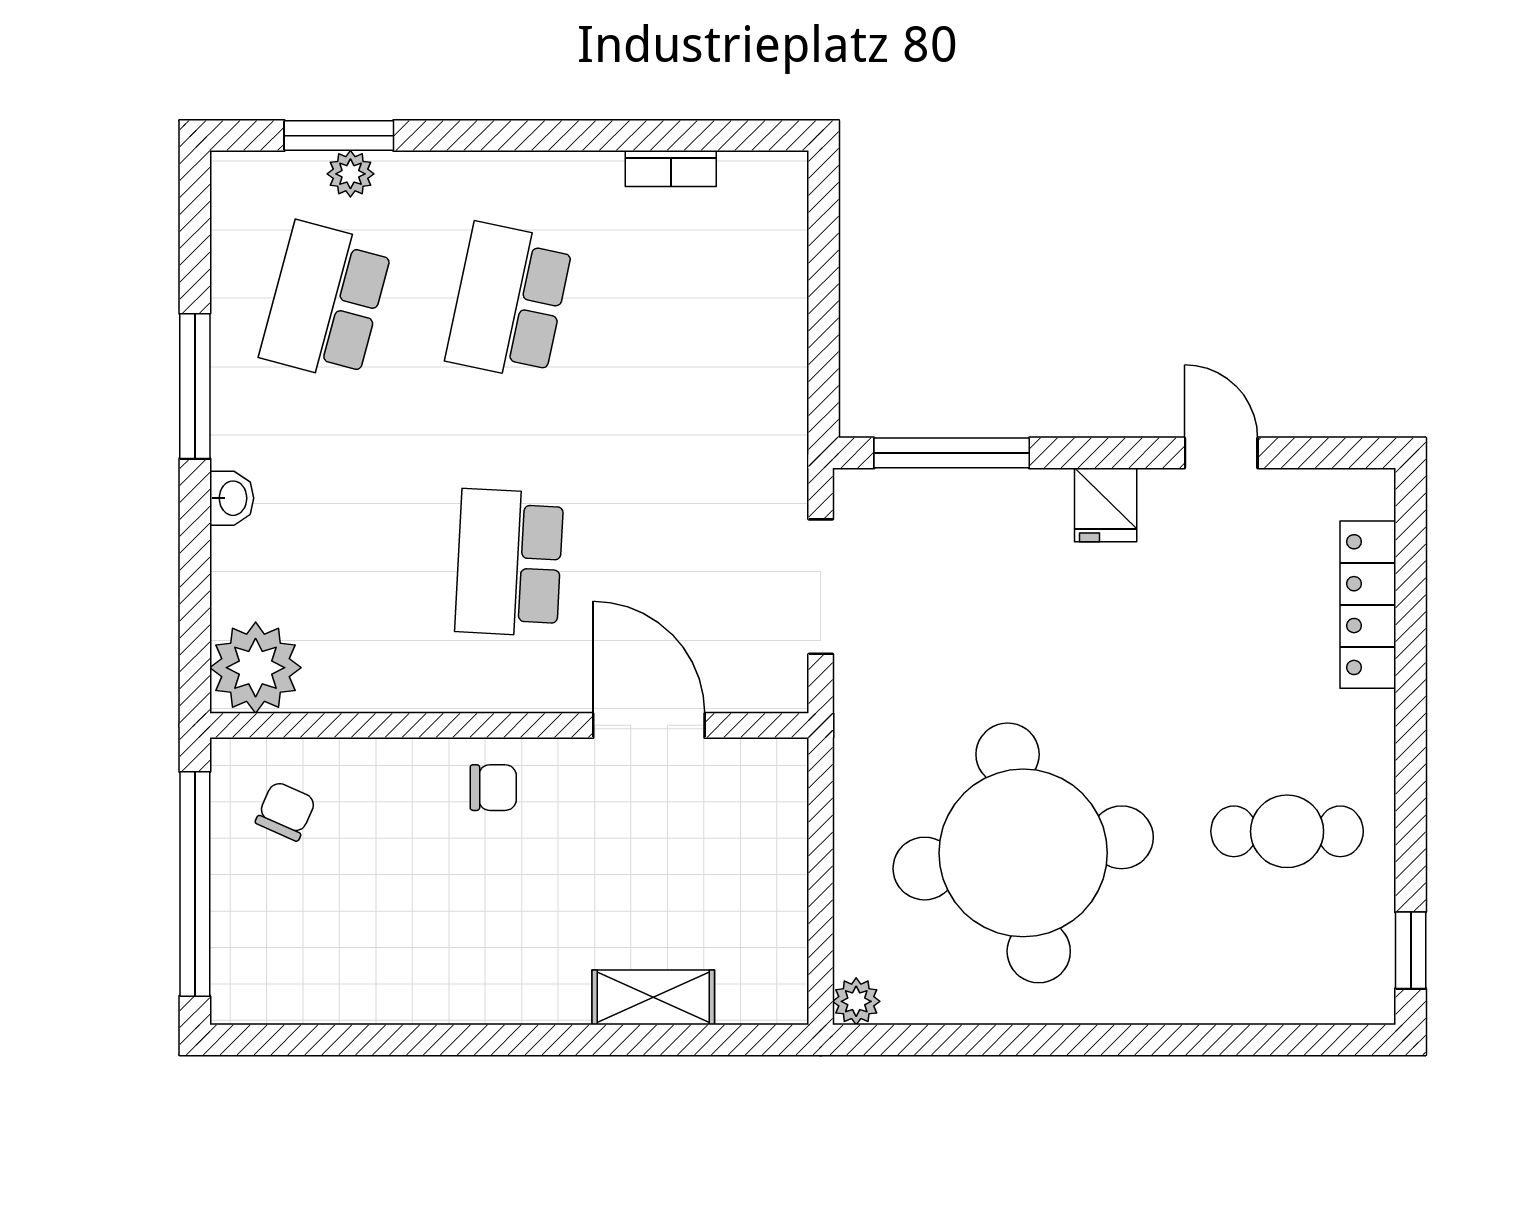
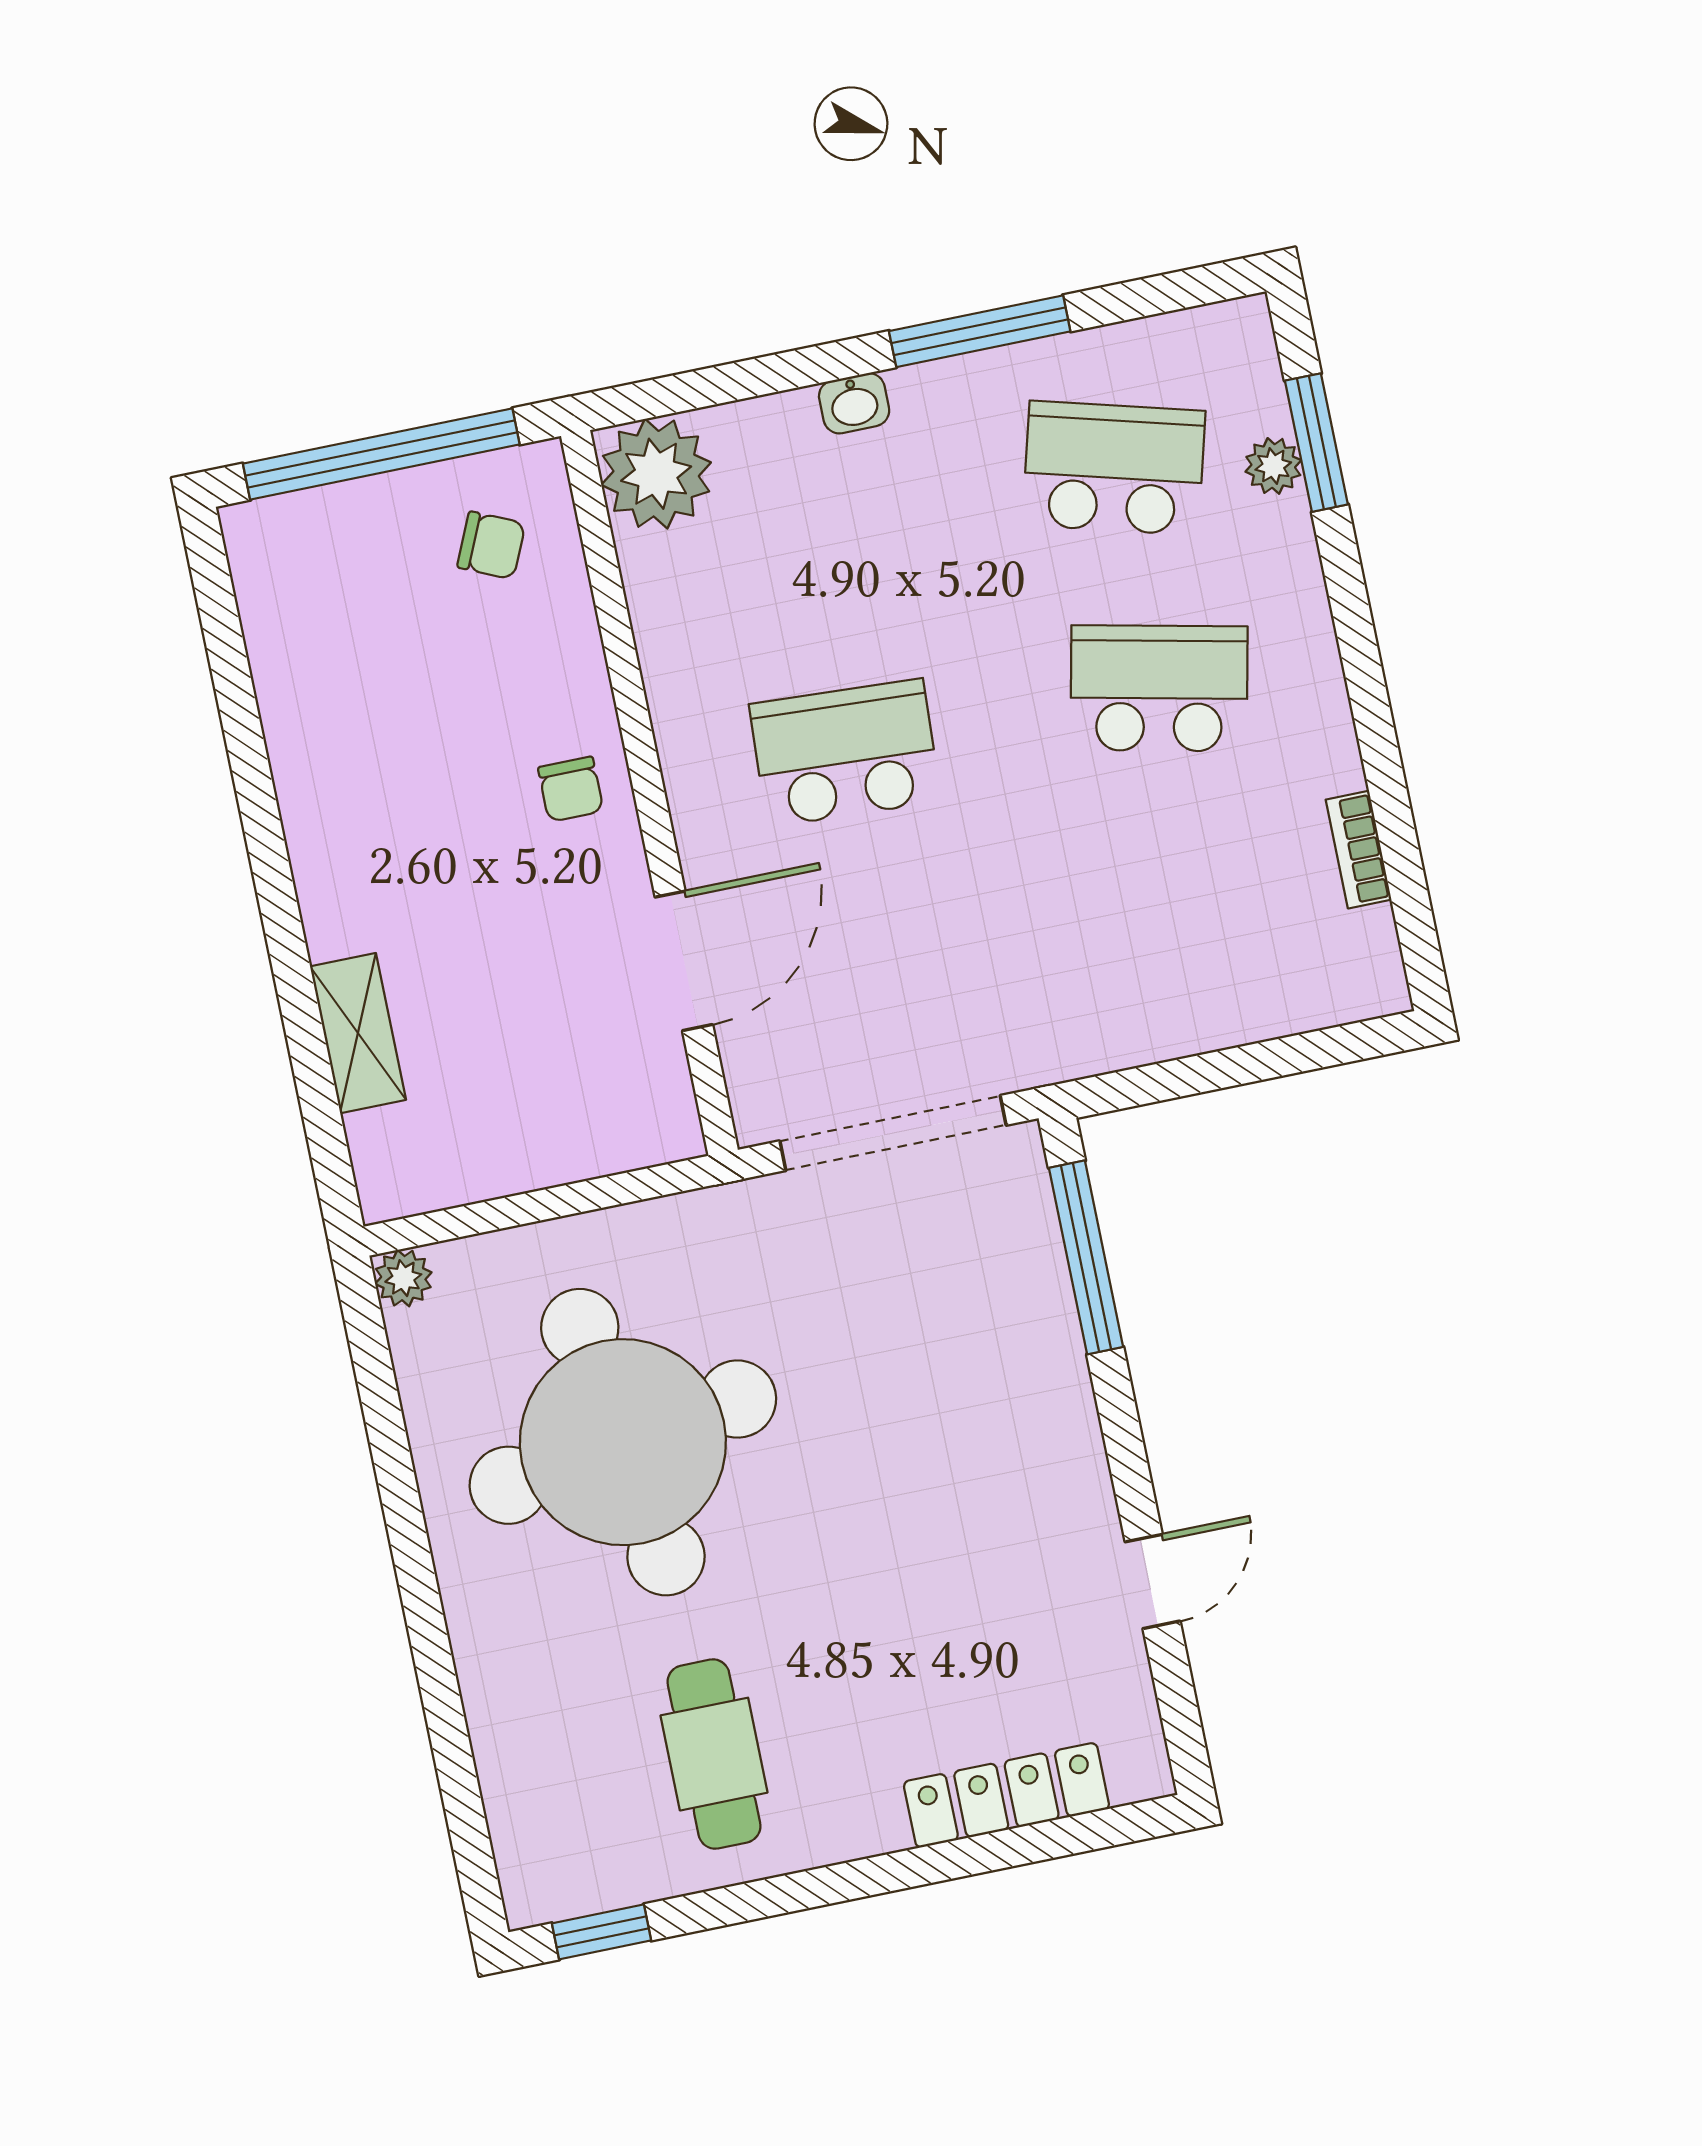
fridge: (1106, 505) -> (1062, 1455), removed
doorway: (821, 587) -> (893, 1133), width x1.36

